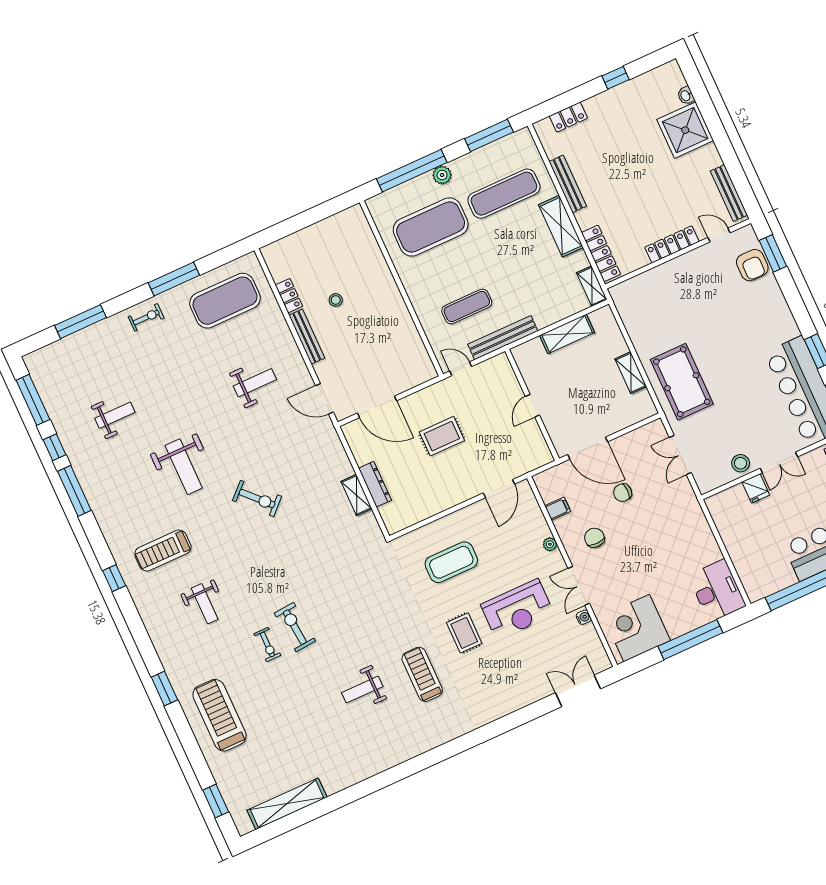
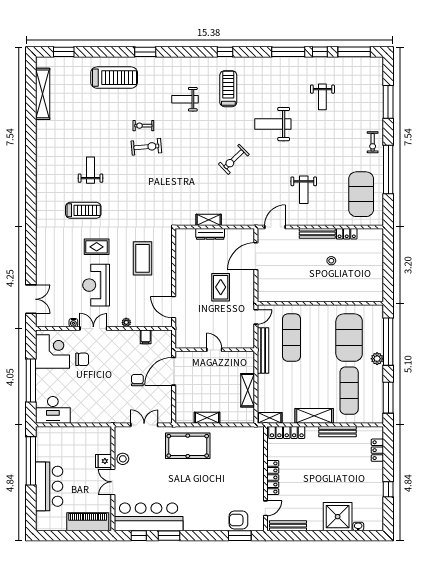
window: (174, 279) -> (388, 169), width x1.46
exercise mat: (467, 307) -> (292, 338), width x1.36, depth x1.45
chair: (594, 538) -> (82, 359), moved

